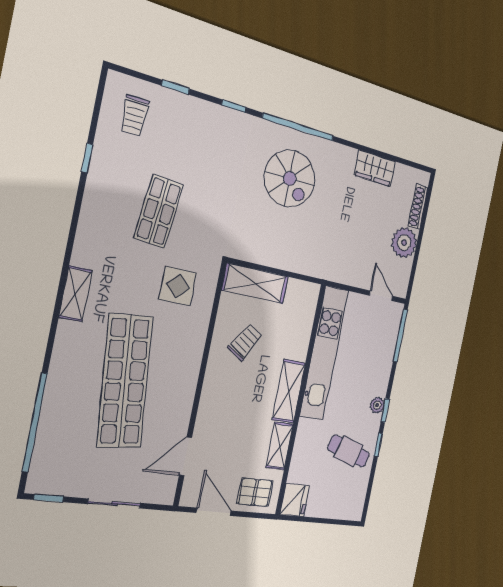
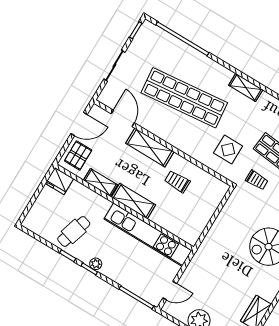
trolley: (207, 227) -> (257, 180), added
shelving: (255, 283) -> (150, 147), moved, turned 90
trolley: (245, 342) -> (177, 181), turned 148

